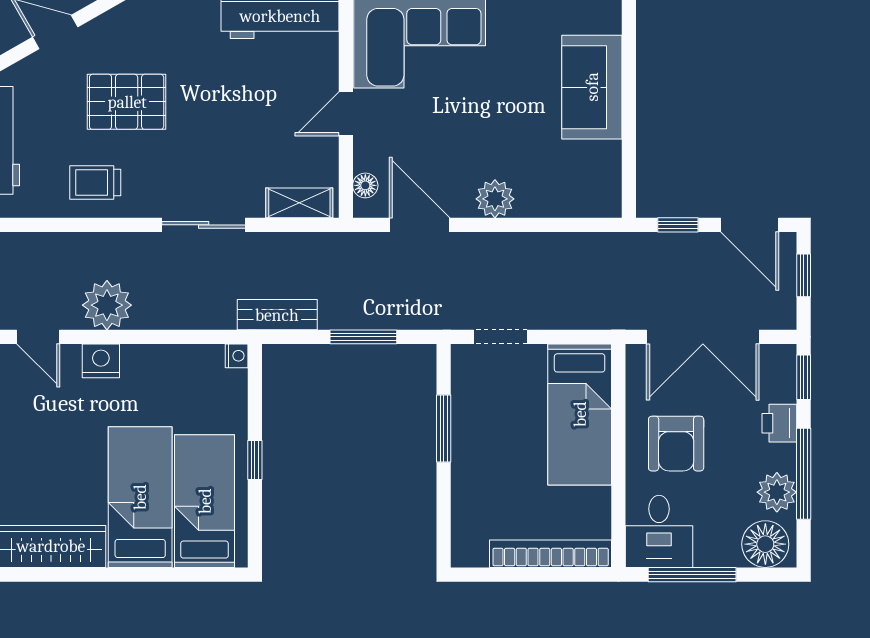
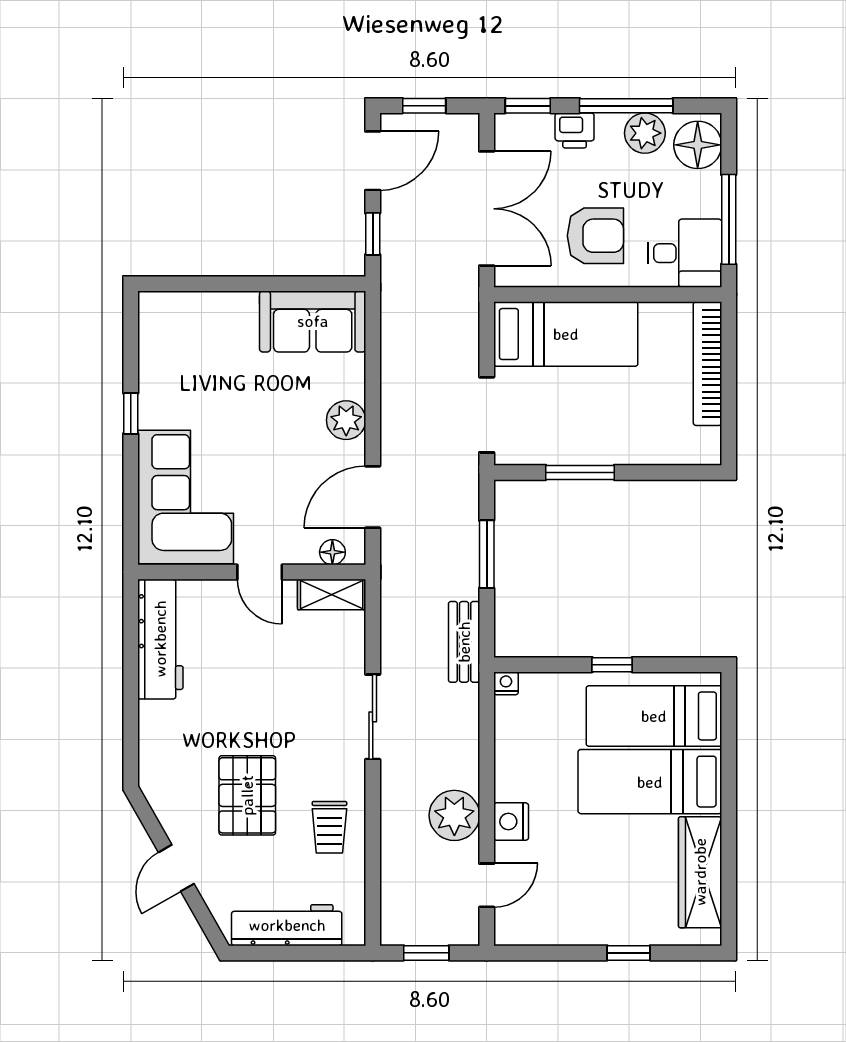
sofa: (592, 87) -> (313, 321), moved
shelving: (299, 203) -> (332, 594), moved, turned 90
doorway: (500, 337) -> (487, 415), width x1.38

